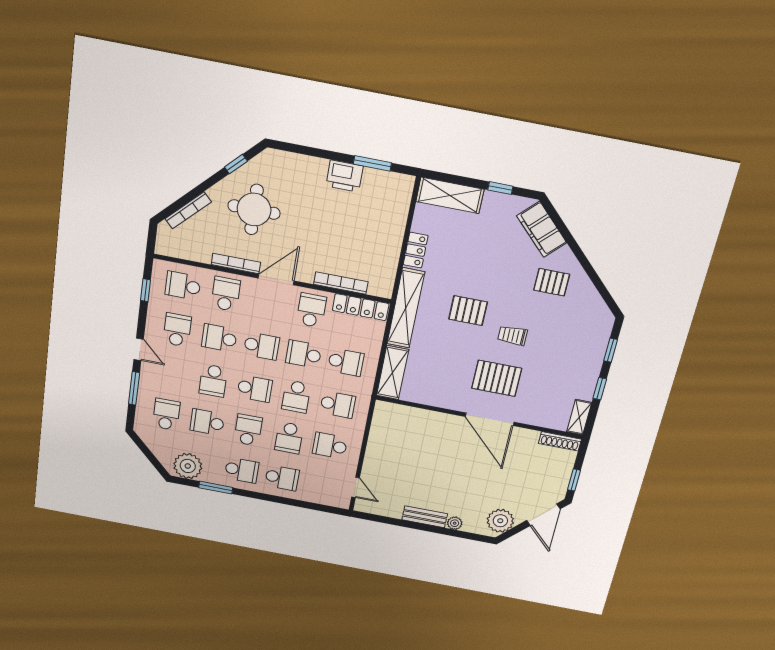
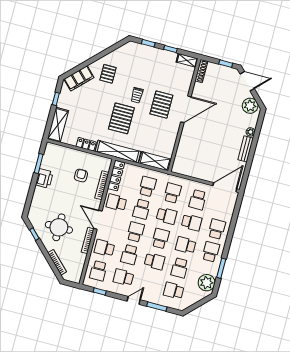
armchair: (356, 244) -> (81, 176), added
pallet: (468, 311) -> (121, 118), width x1.50, depth x1.42
door: (355, 488) -> (225, 187), width x1.88

